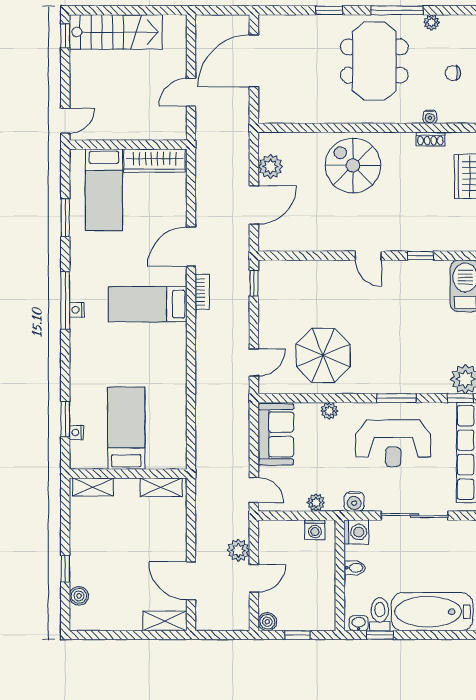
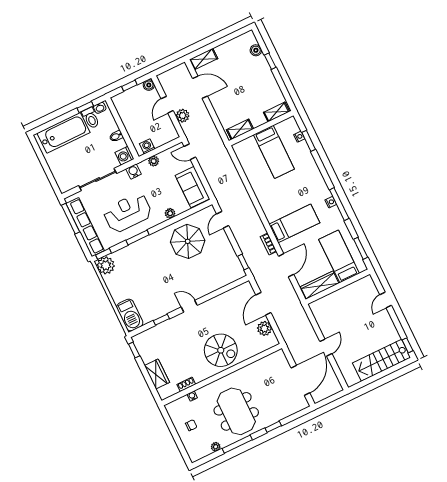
wall: (128, 145) -> (338, 287), moved
wardrobe: (154, 161) -> (320, 285), moved
bed: (104, 190) -> (339, 256), moved

